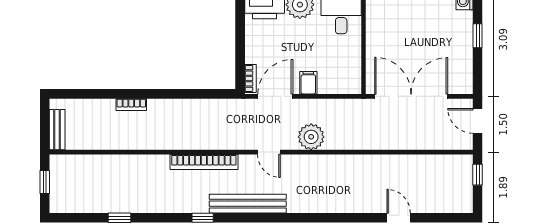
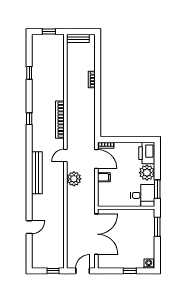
bench: (248, 204) -> (37, 173), moved

